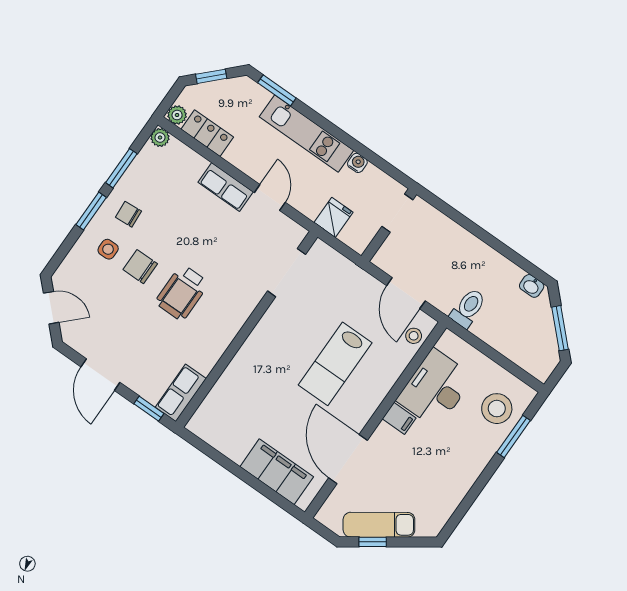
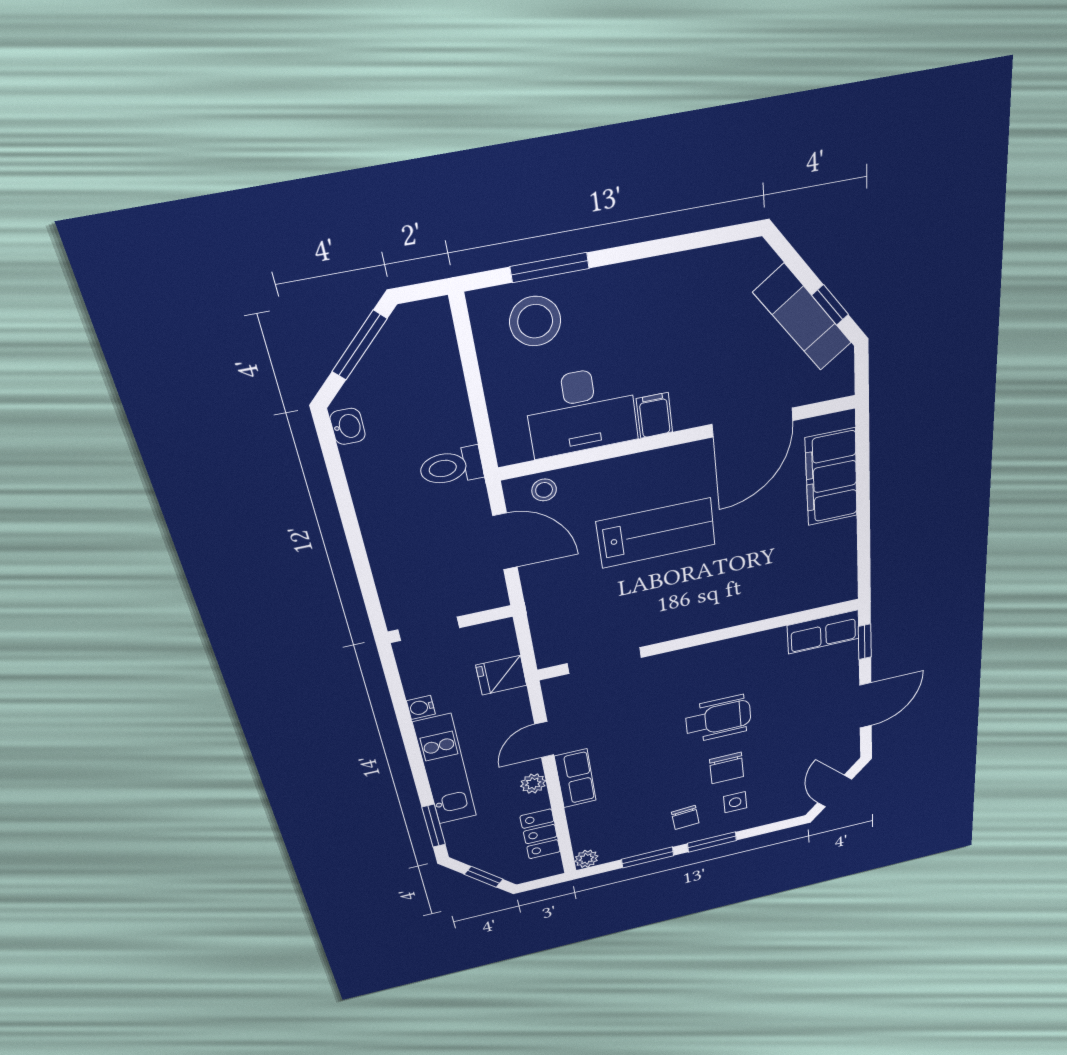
plant: (177, 115) -> (533, 784), moved
door: (406, 293) -> (505, 542), hinge flipped

